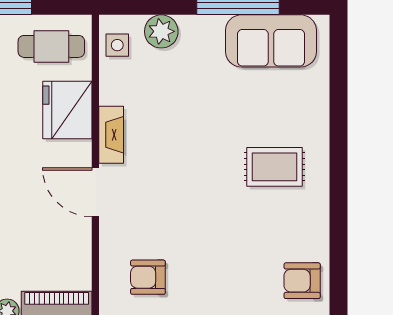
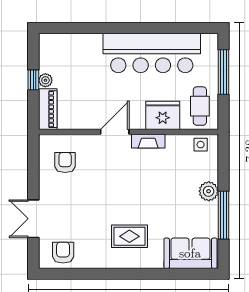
plant: (161, 31) -> (209, 191), moved
sofa: (271, 41) -> (190, 253), moved, turned 90
rug: (274, 167) -> (129, 236), turned 90

